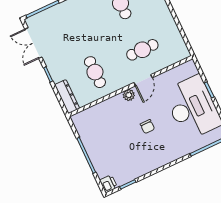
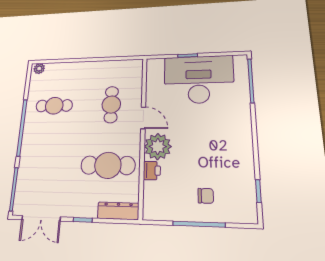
cafe table: (95, 72) -> (108, 165), width x1.37, depth x1.35
plant: (129, 95) -> (158, 147), width x1.88, depth x1.88
chair: (147, 127) -> (206, 196), moved
printer: (108, 184) -> (152, 171), moved, turned 90

